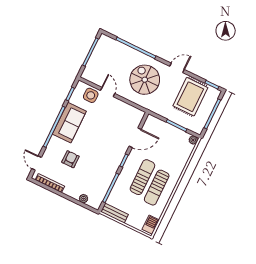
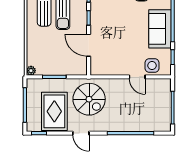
door: (177, 68) -> (81, 133), hinge flipped
spiral stairs: (145, 80) -> (89, 99), moved
door: (135, 138) -> (89, 45), hinge flipped

